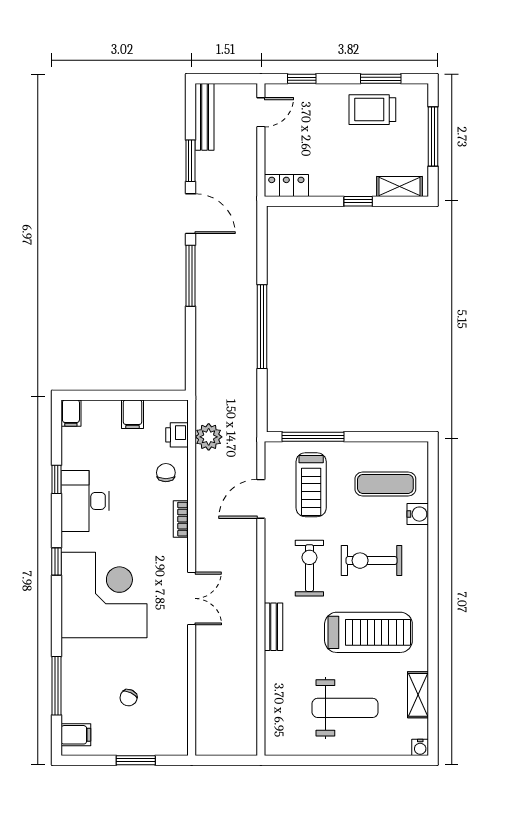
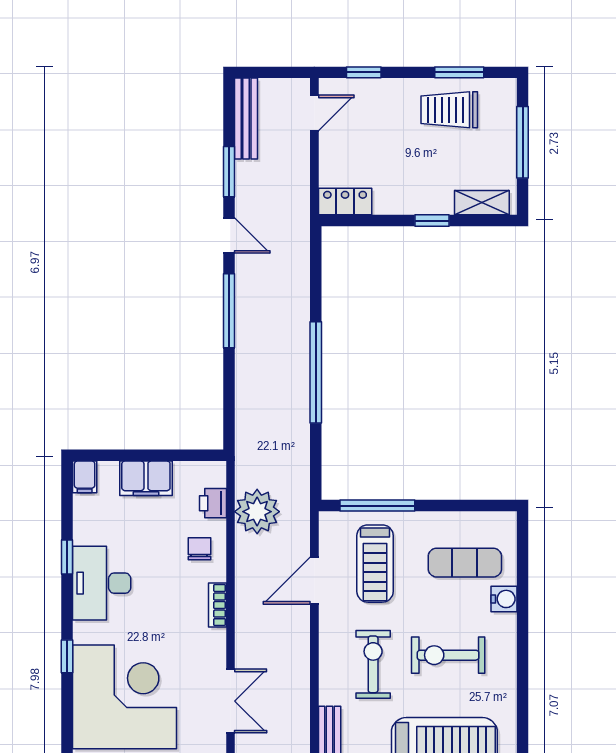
door: (190, 214) -> (229, 236), width x0.73
filing cabinet: (133, 414) -> (146, 478), width x2.00
plant: (209, 437) -> (257, 512), width x1.36, depth x1.36

